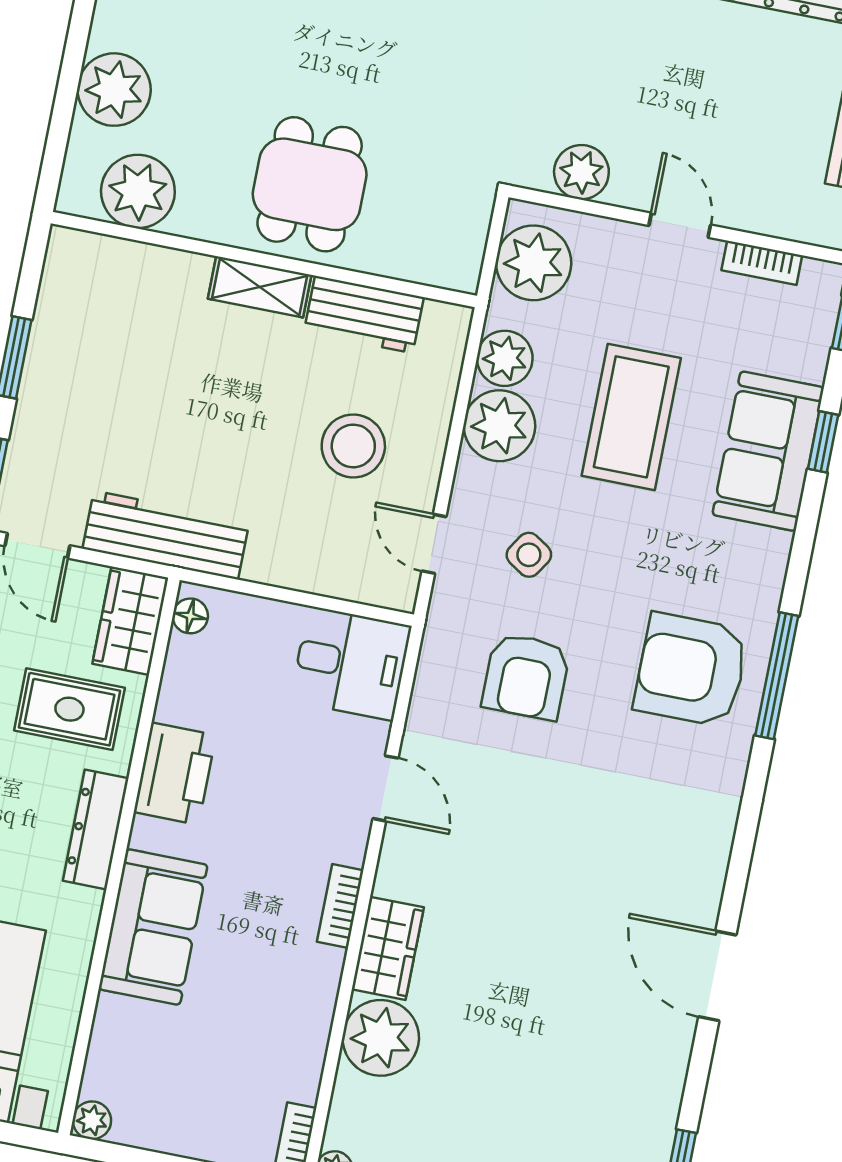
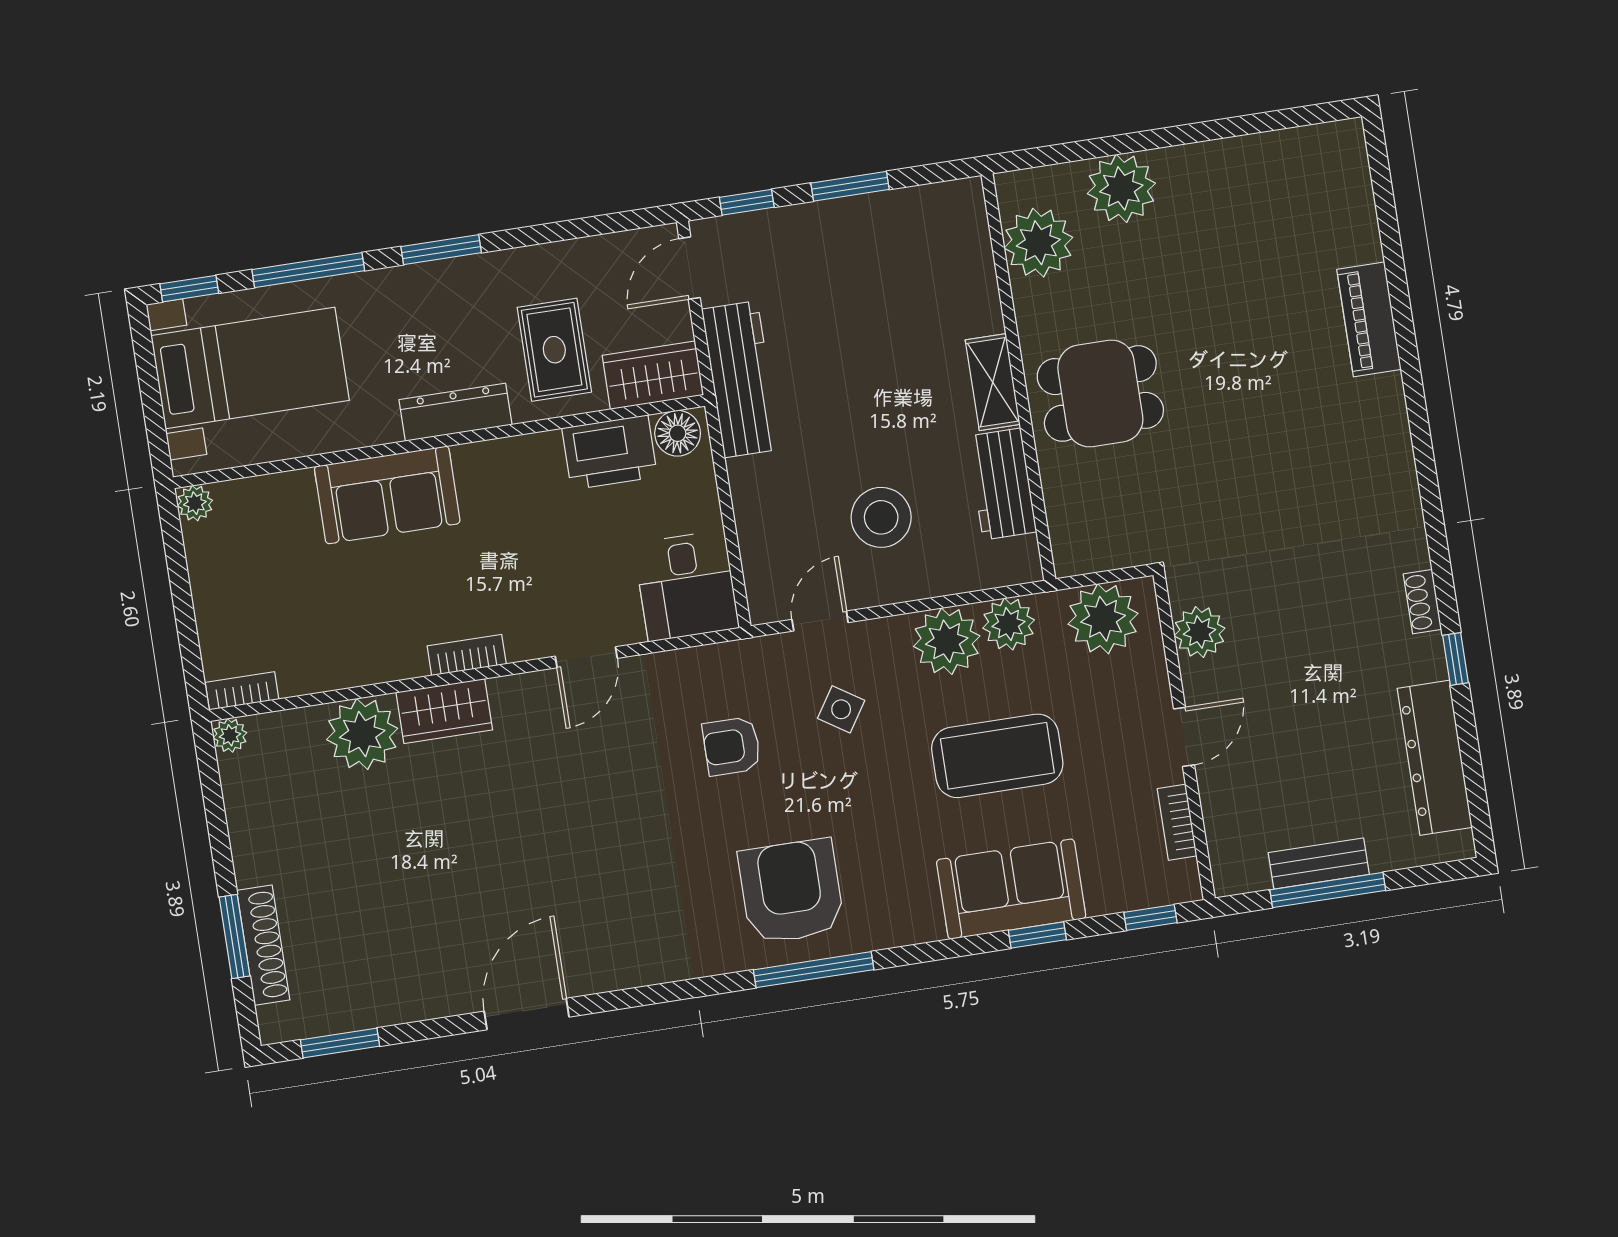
floor lamp: (190, 616) -> (678, 433), width x1.37, depth x1.37
armchair: (526, 676) -> (732, 746), width x0.72, depth x0.72
printer: (175, 774) -> (610, 452), moved

